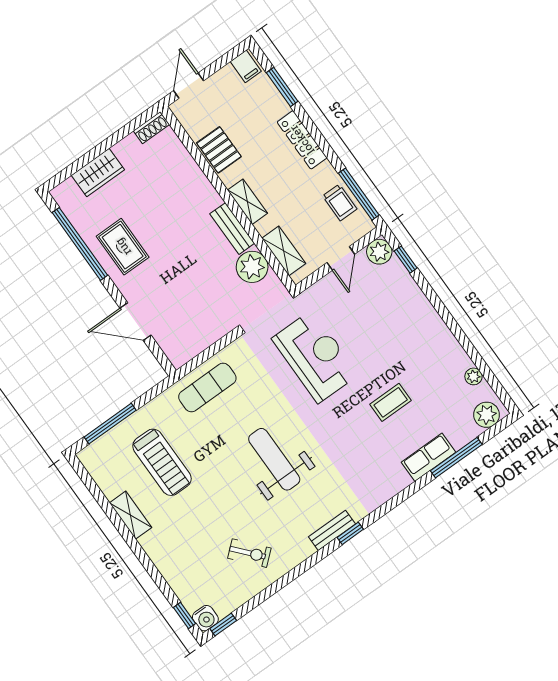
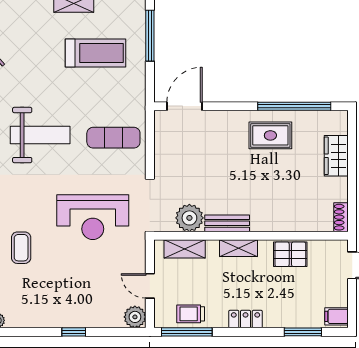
locker: (302, 140) -> (246, 319), width x0.66
window: (406, 260) -> (74, 332), moved
door: (136, 322) -> (185, 106), moved
exercise mat: (207, 388) -> (113, 138), moved, turned 90
treadmill: (162, 462) -> (95, 53), turned 180

